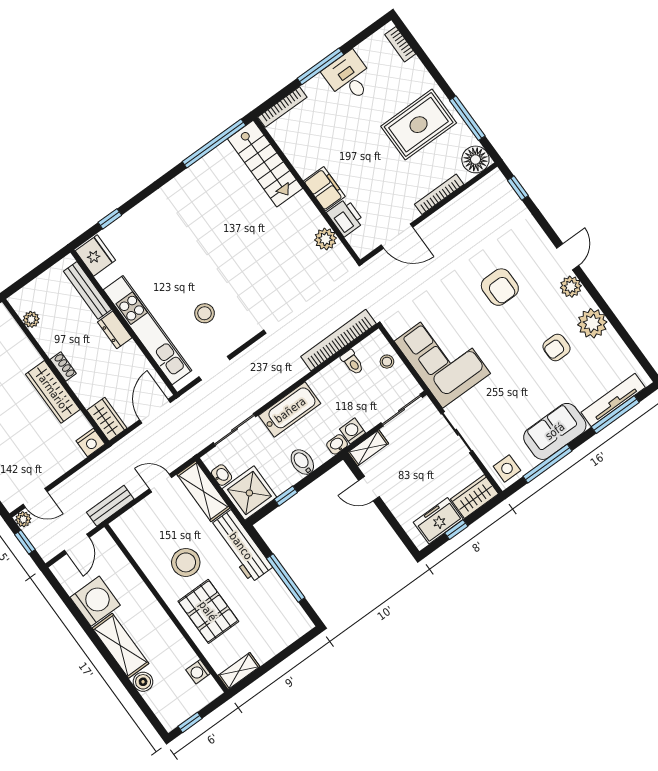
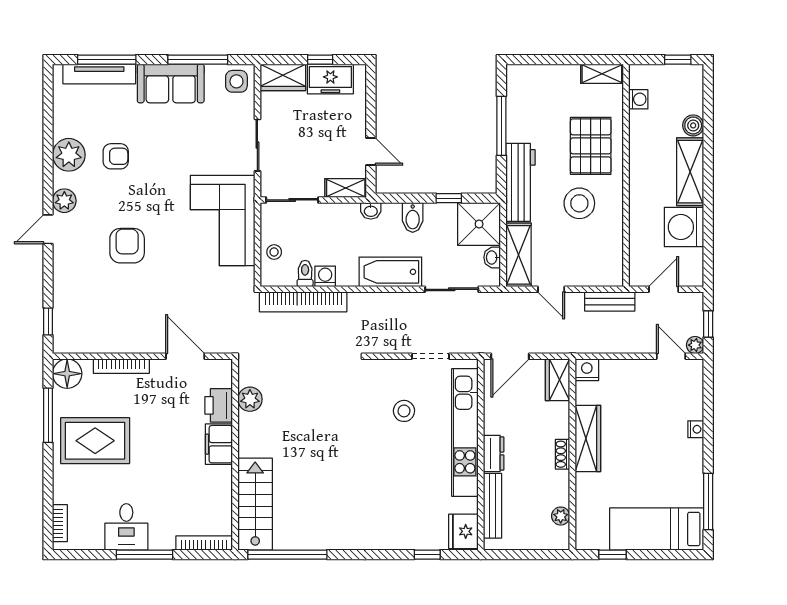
washing machine: (352, 431) -> (325, 276), moved, turned 180

